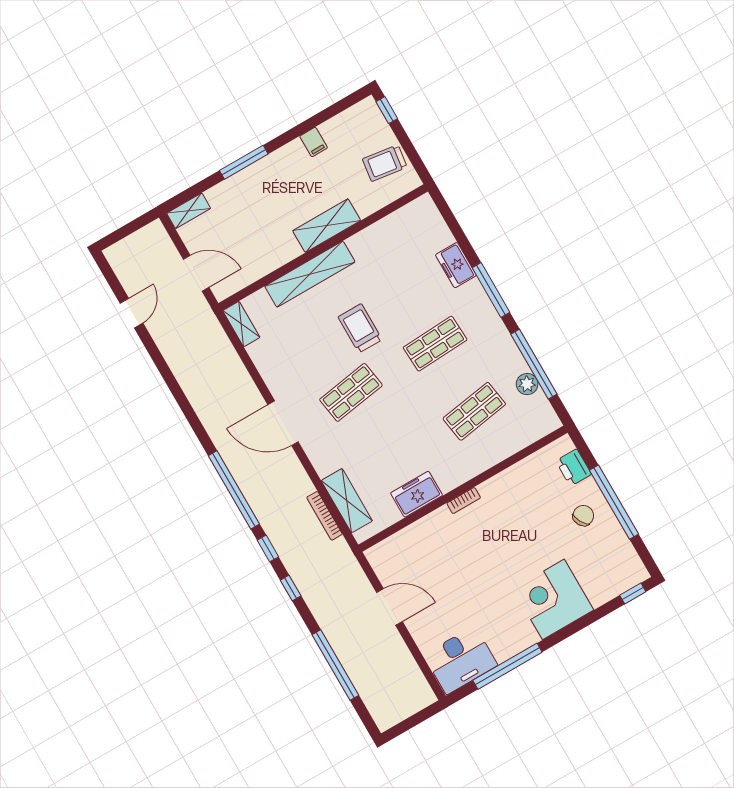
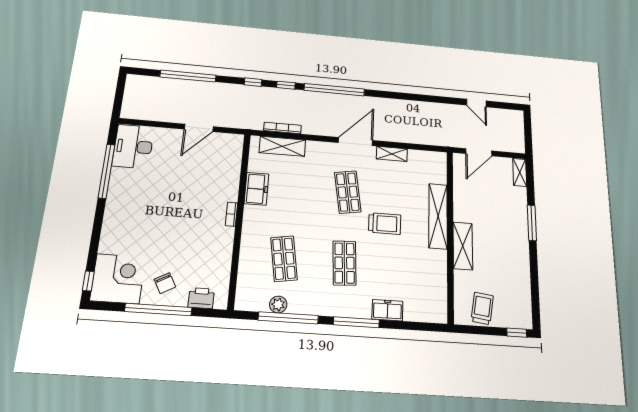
filing cabinet: (314, 142) -> (521, 273), removed
shelving: (241, 324) -> (392, 154), moved
corner desk: (553, 599) -> (118, 279), moved

